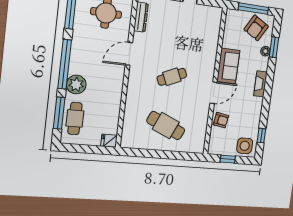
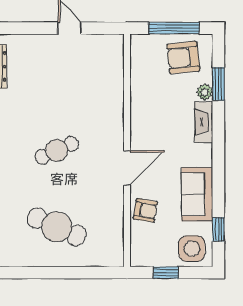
armchair: (256, 28) -> (183, 58), turned 54
sofa: (228, 66) -> (197, 194), moved, turned 180
fireplace: (260, 84) -> (204, 122), moved

